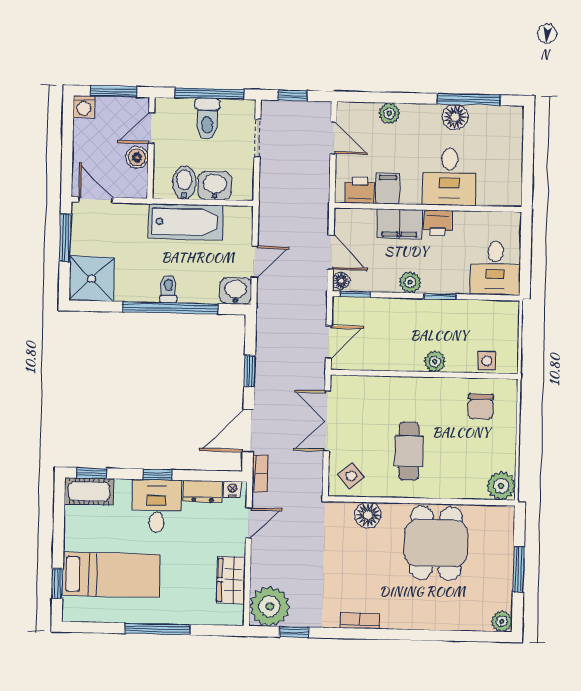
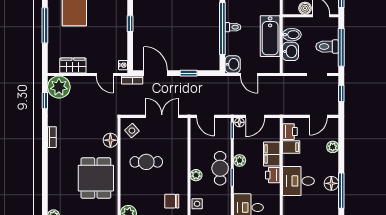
cafe table: (423, 318) -> (220, 168), added
dresser: (203, 491) -> (121, 49), removed
desk: (157, 506) -> (113, 23), removed
dining table: (436, 543) -> (96, 178), turned 90

